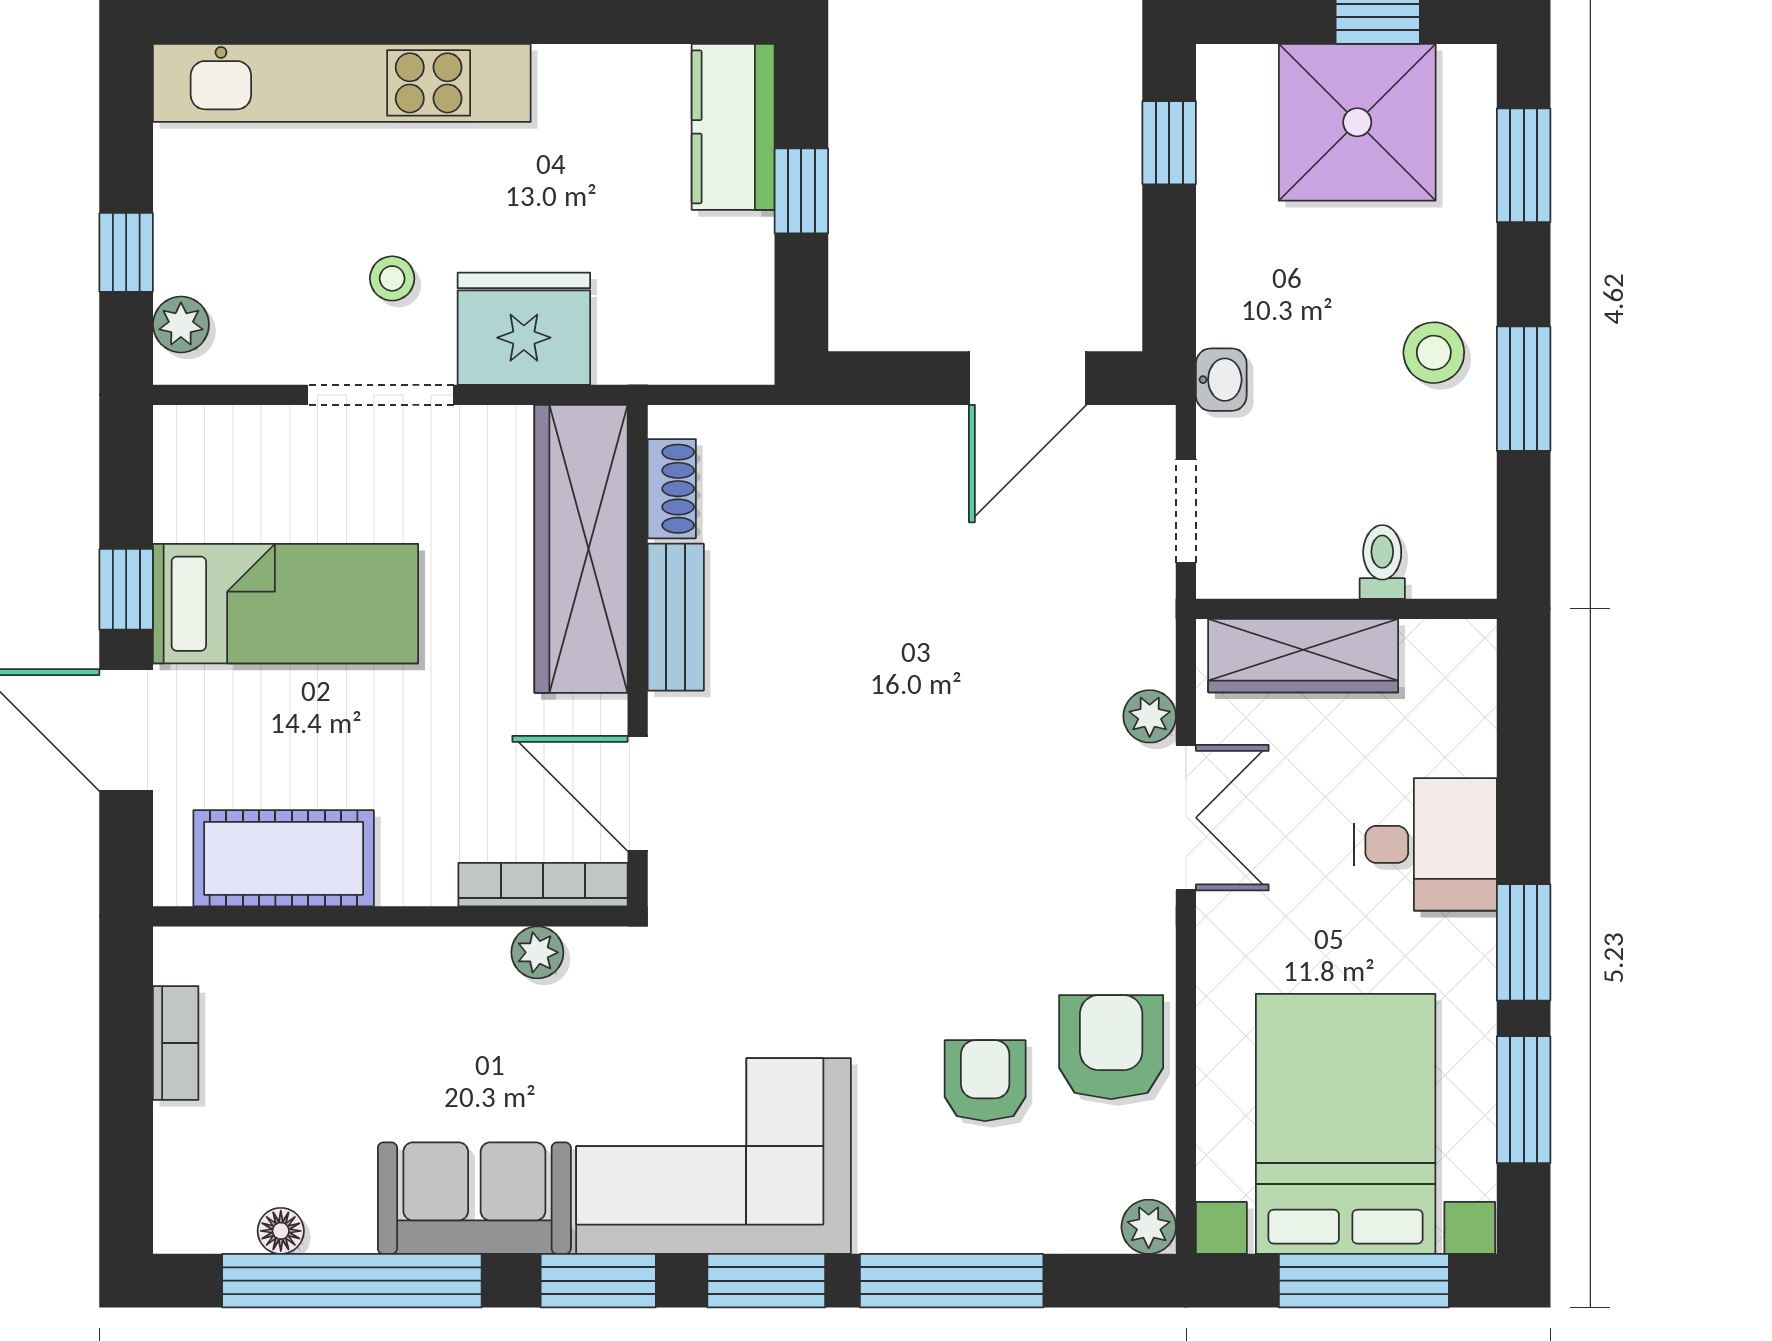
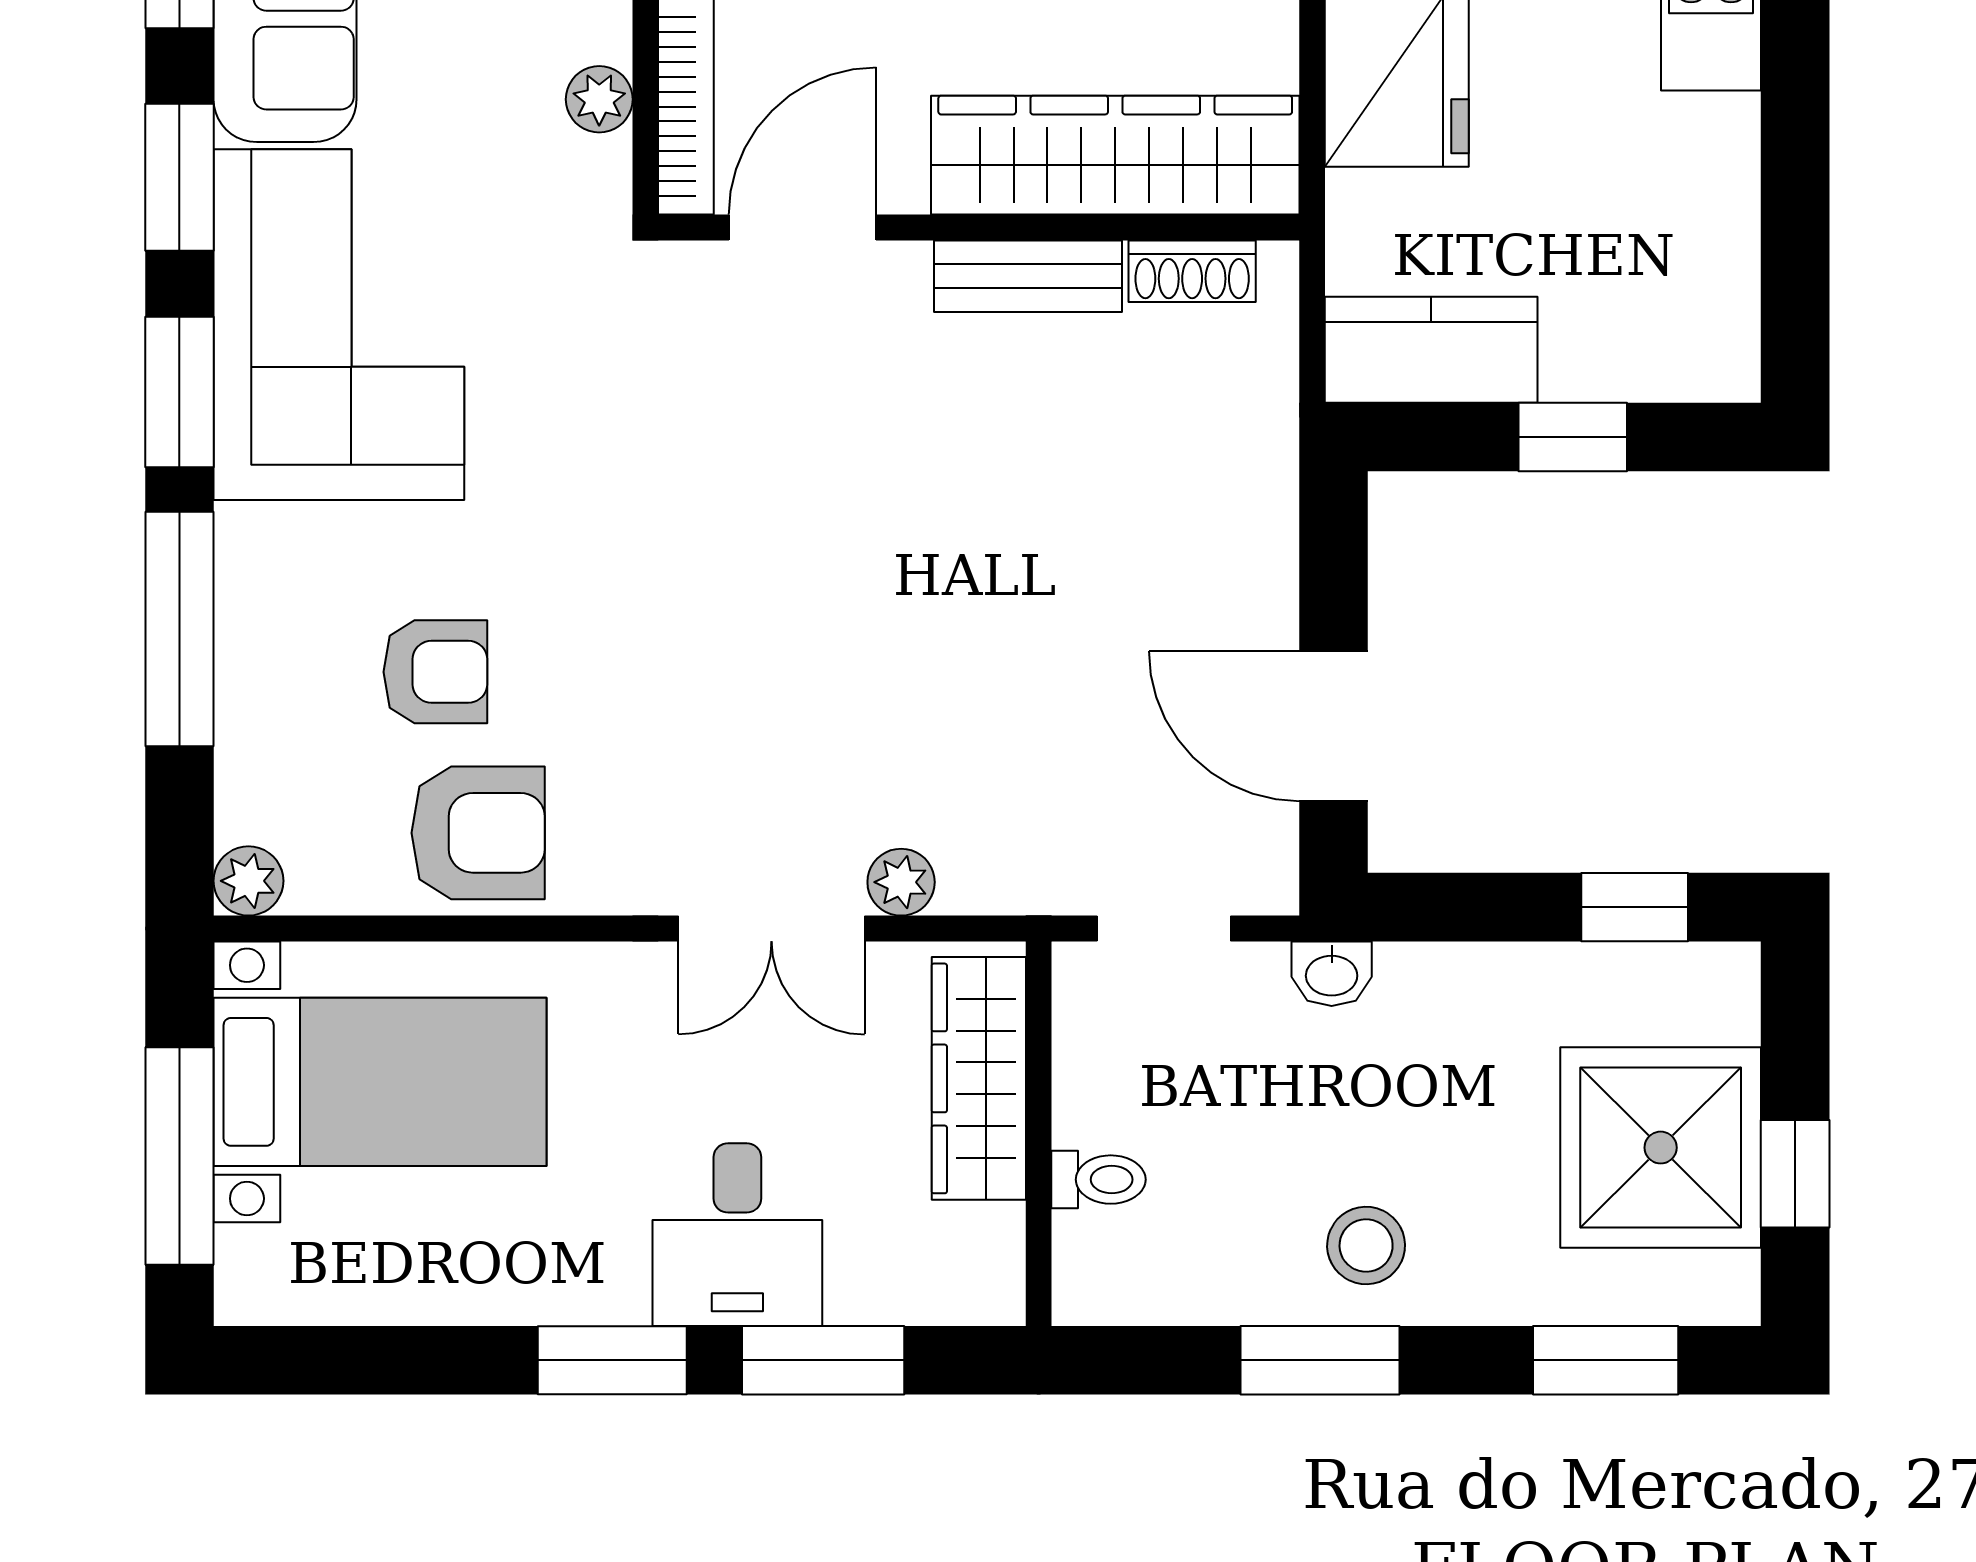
kitchen counter: (733, 127) -> (1431, 350), moved
window: (1524, 1100) -> (823, 1360), moved
bed with nightstands: (1346, 1124) -> (380, 1082), width x0.73

